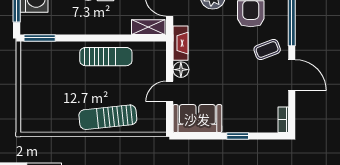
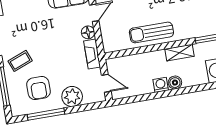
shelving: (148, 27) -> (179, 53), moved

